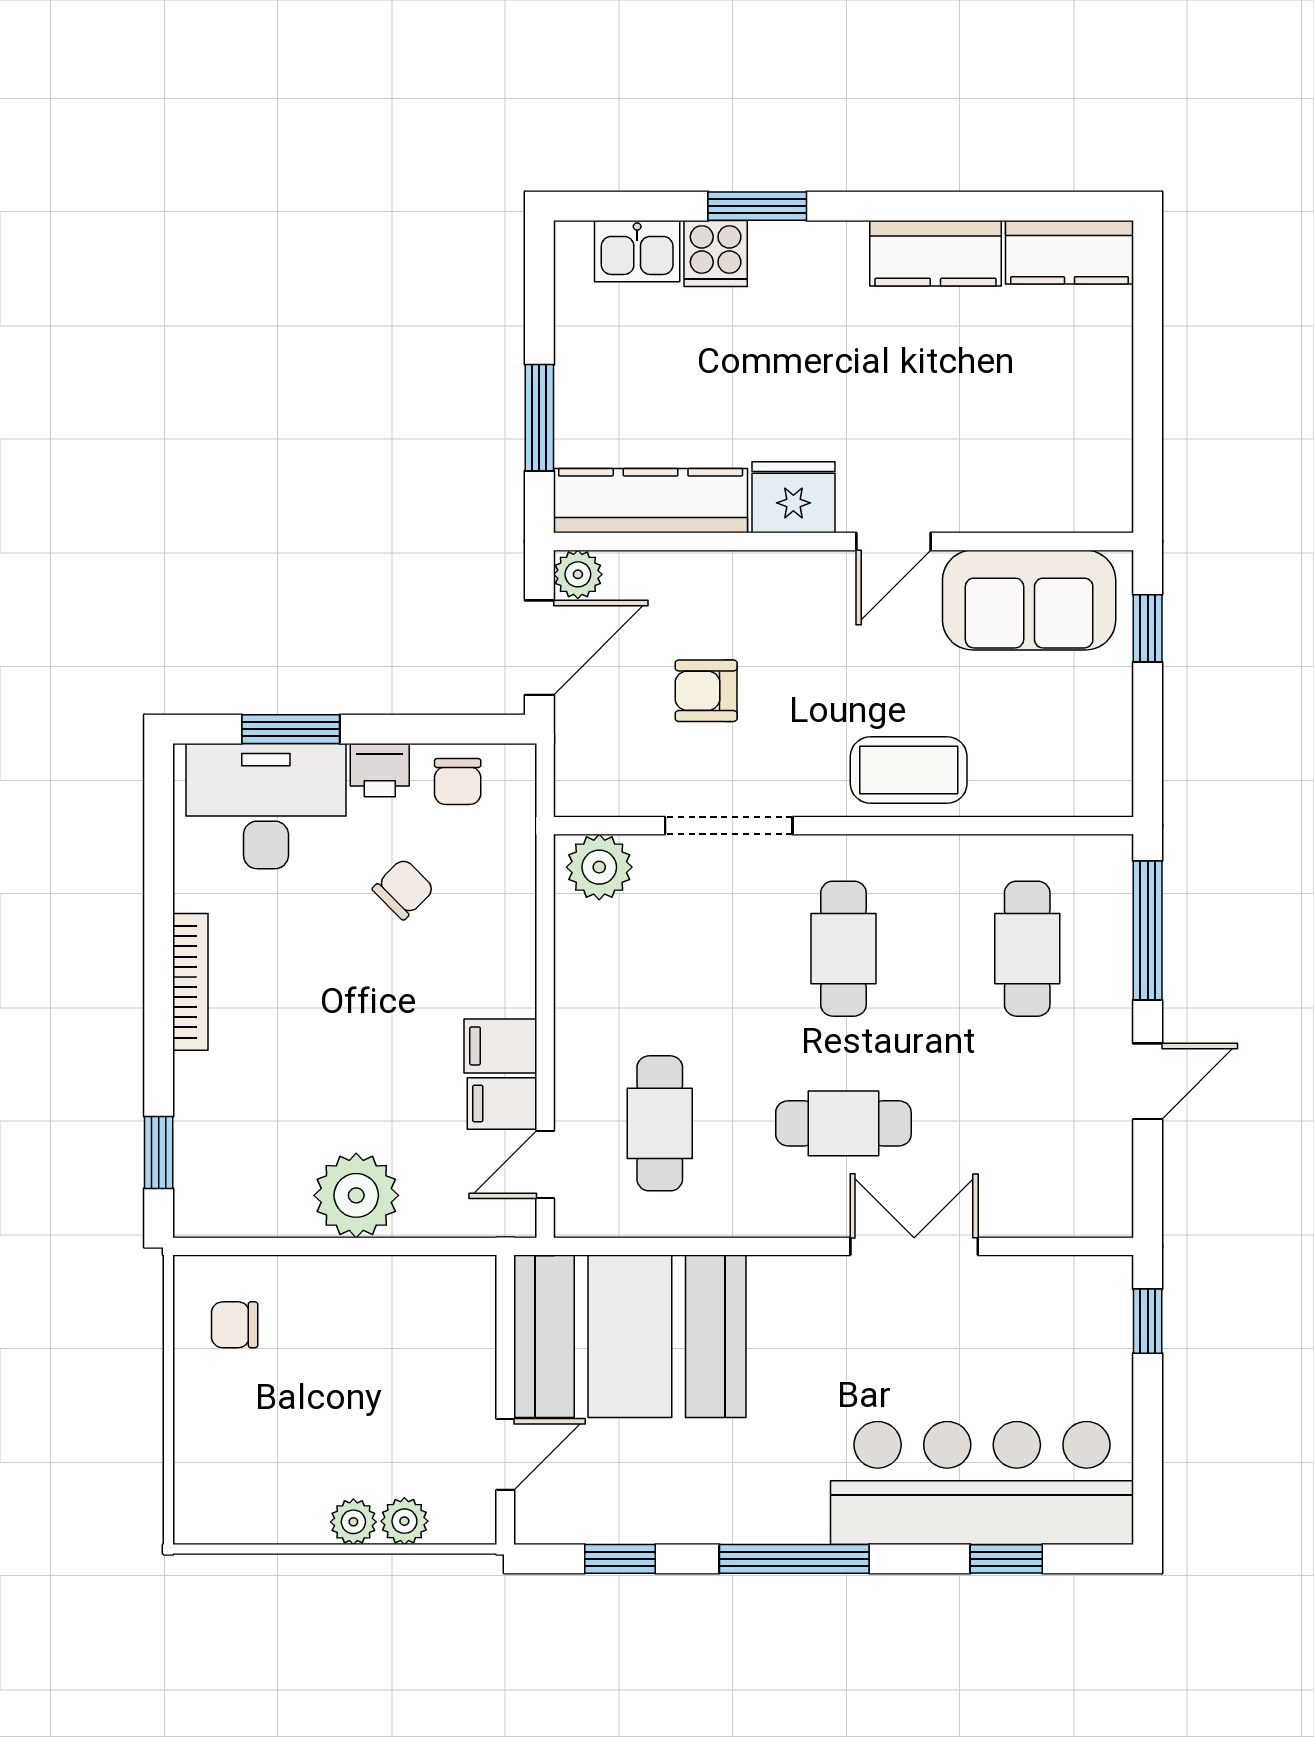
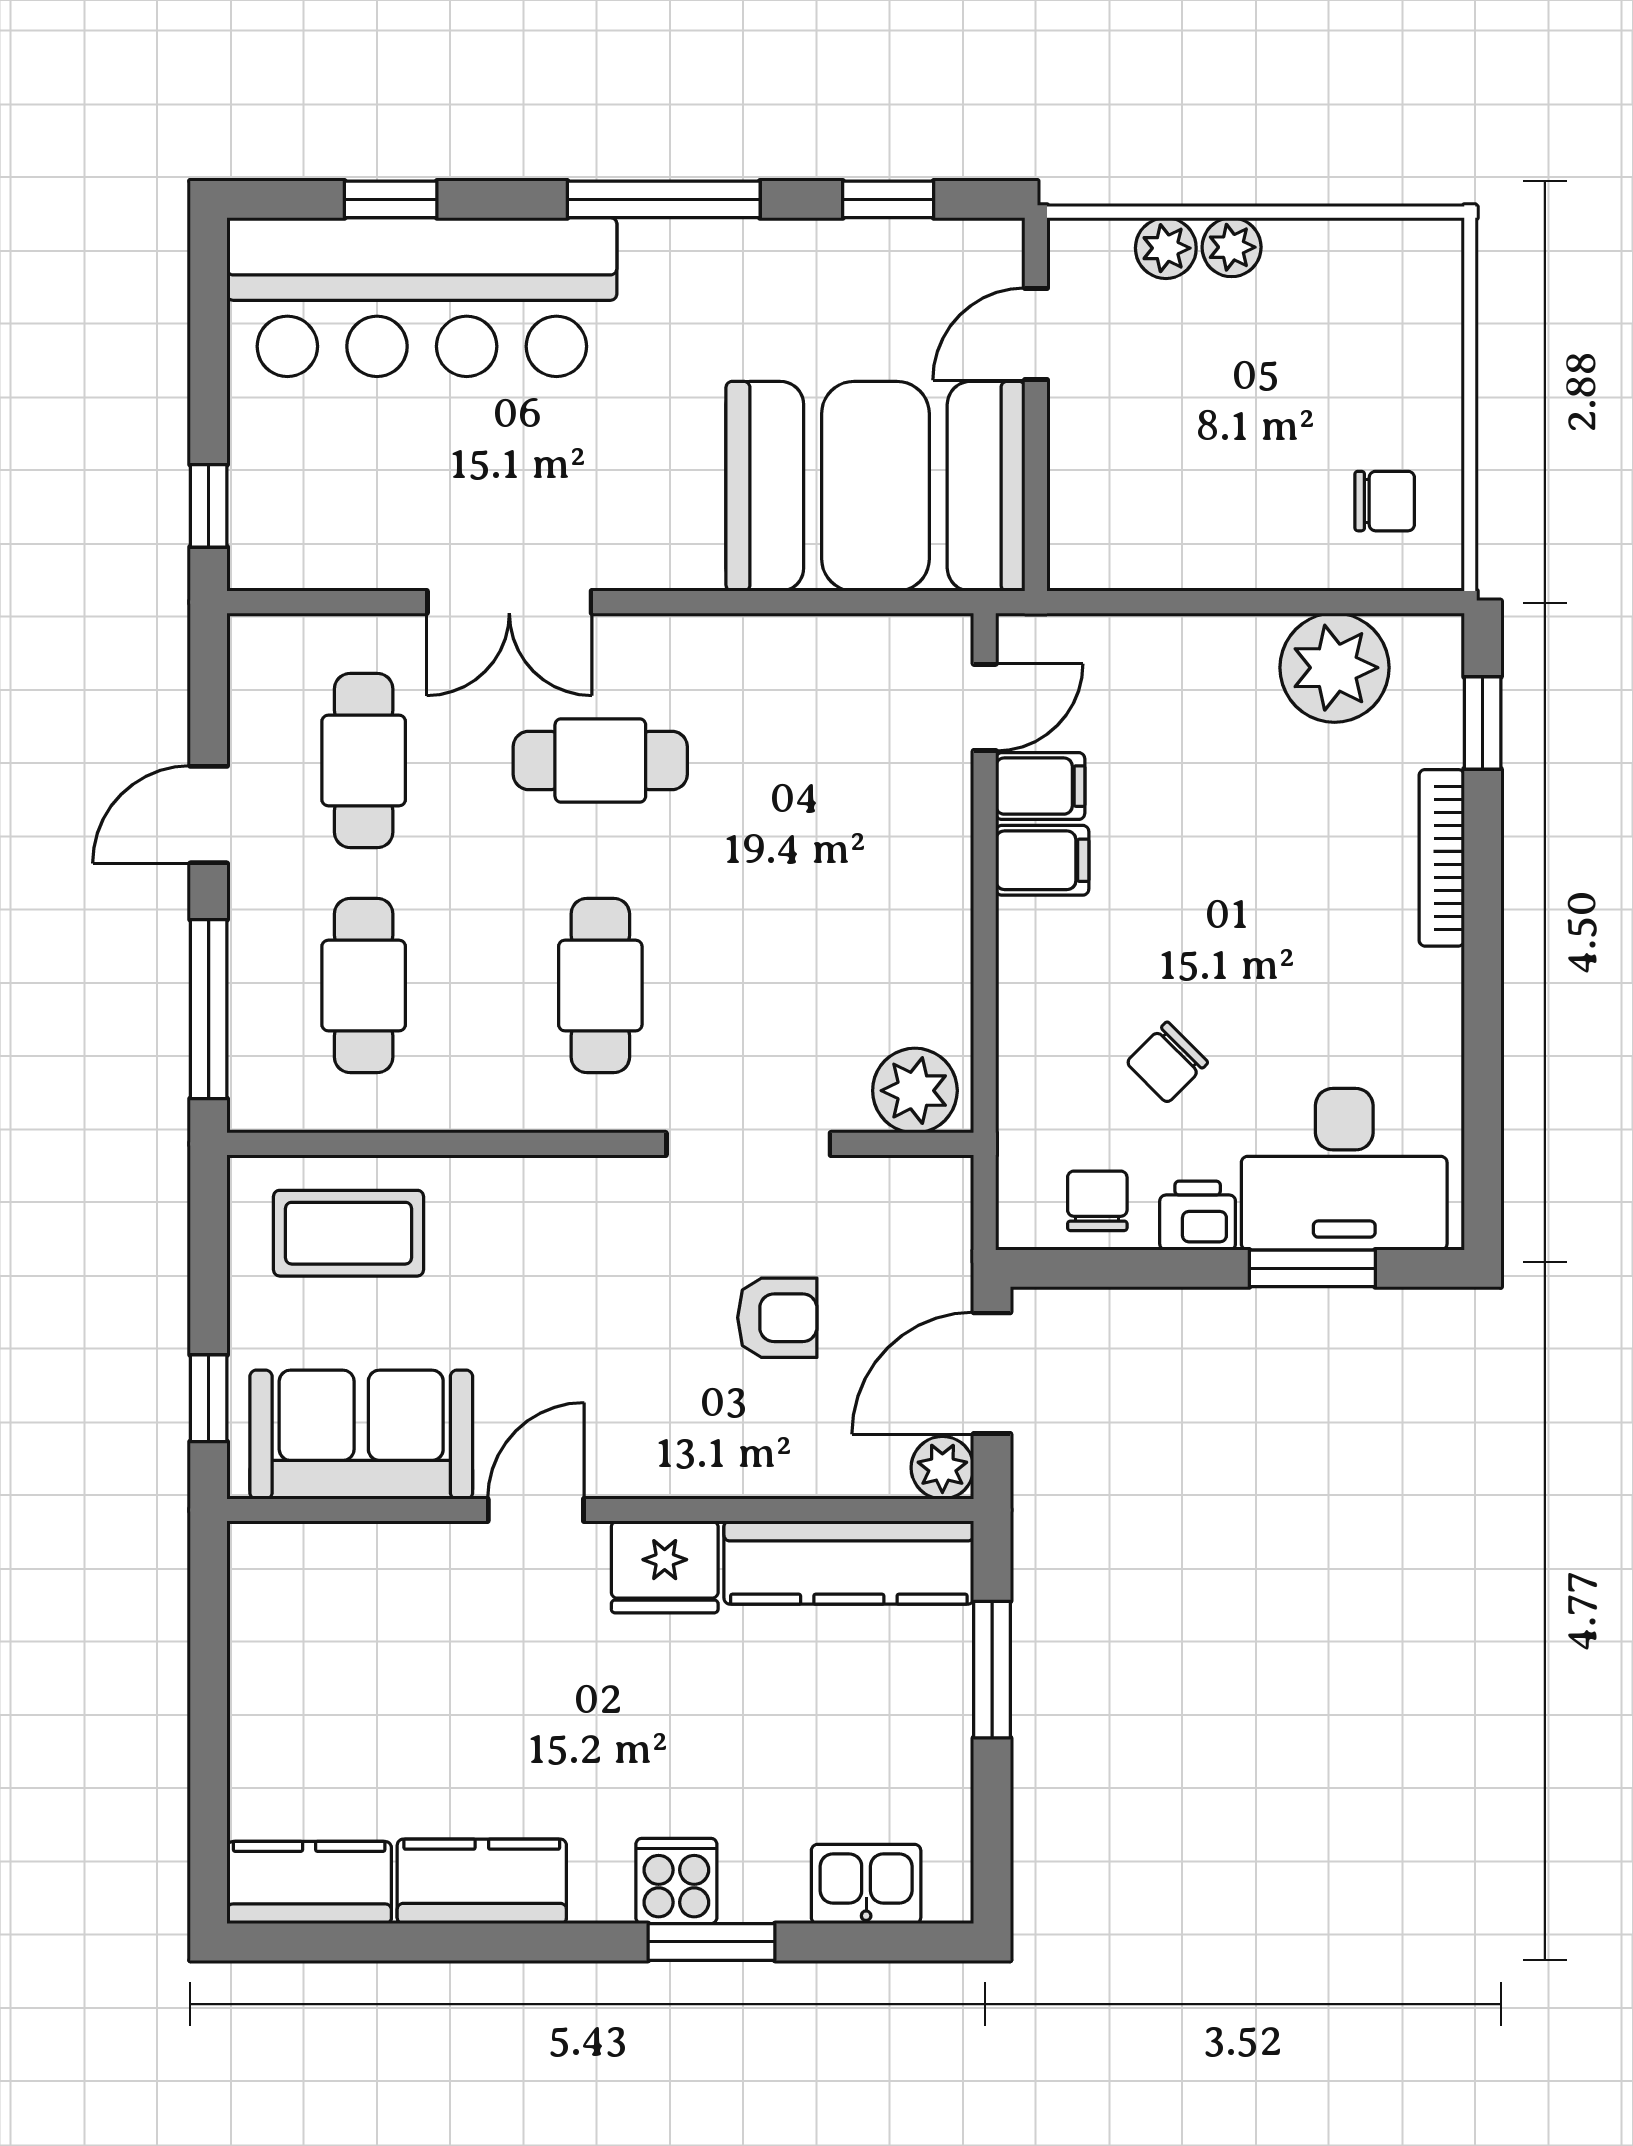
cooker: (716, 253) -> (676, 1881), moved
coffee table: (909, 770) -> (349, 1233), moved
bookcase: (190, 982) -> (1442, 858), moved
cafe table: (660, 1123) -> (364, 760), moved
plant: (356, 1195) -> (1334, 668), moved

